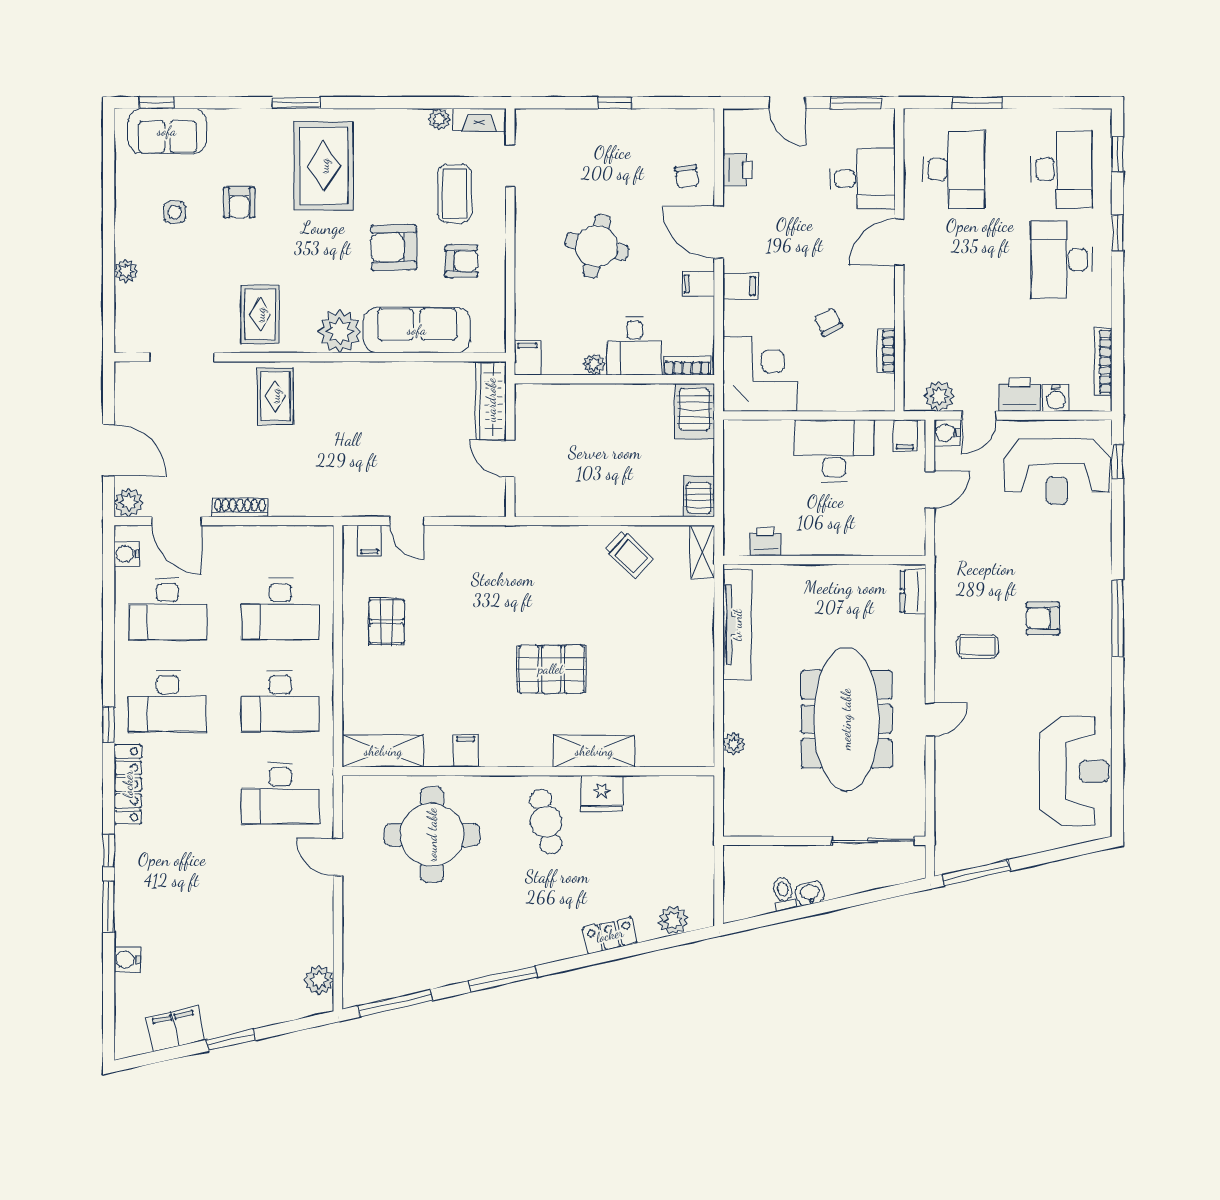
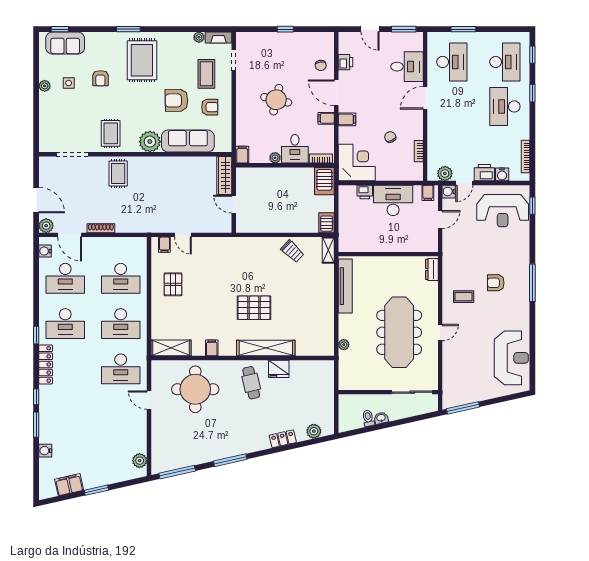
plant: (126, 271) -> (45, 86), moved
printer: (765, 542) -> (365, 192), moved, turned 180
shelving: (594, 751) -> (266, 348), width x1.47

